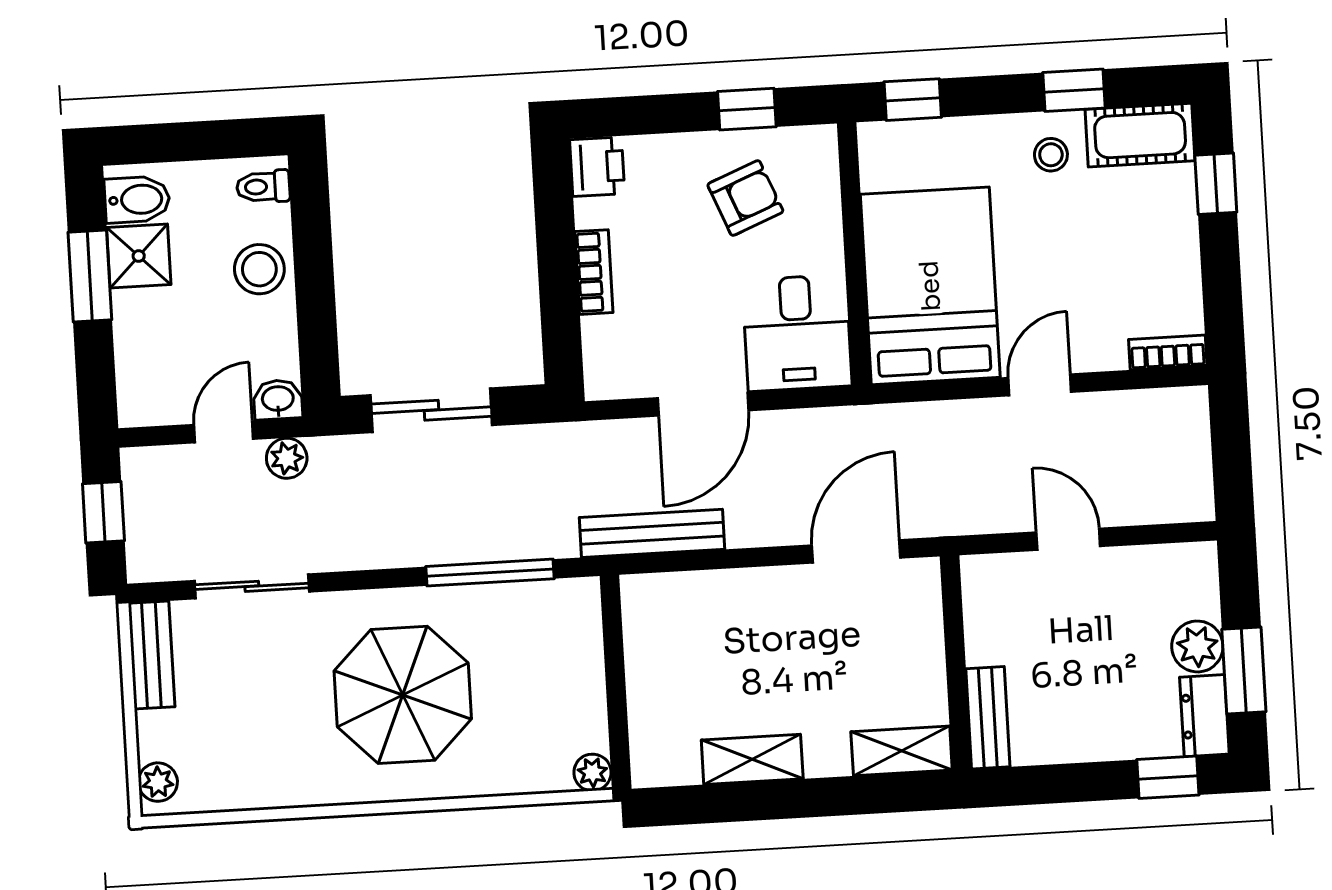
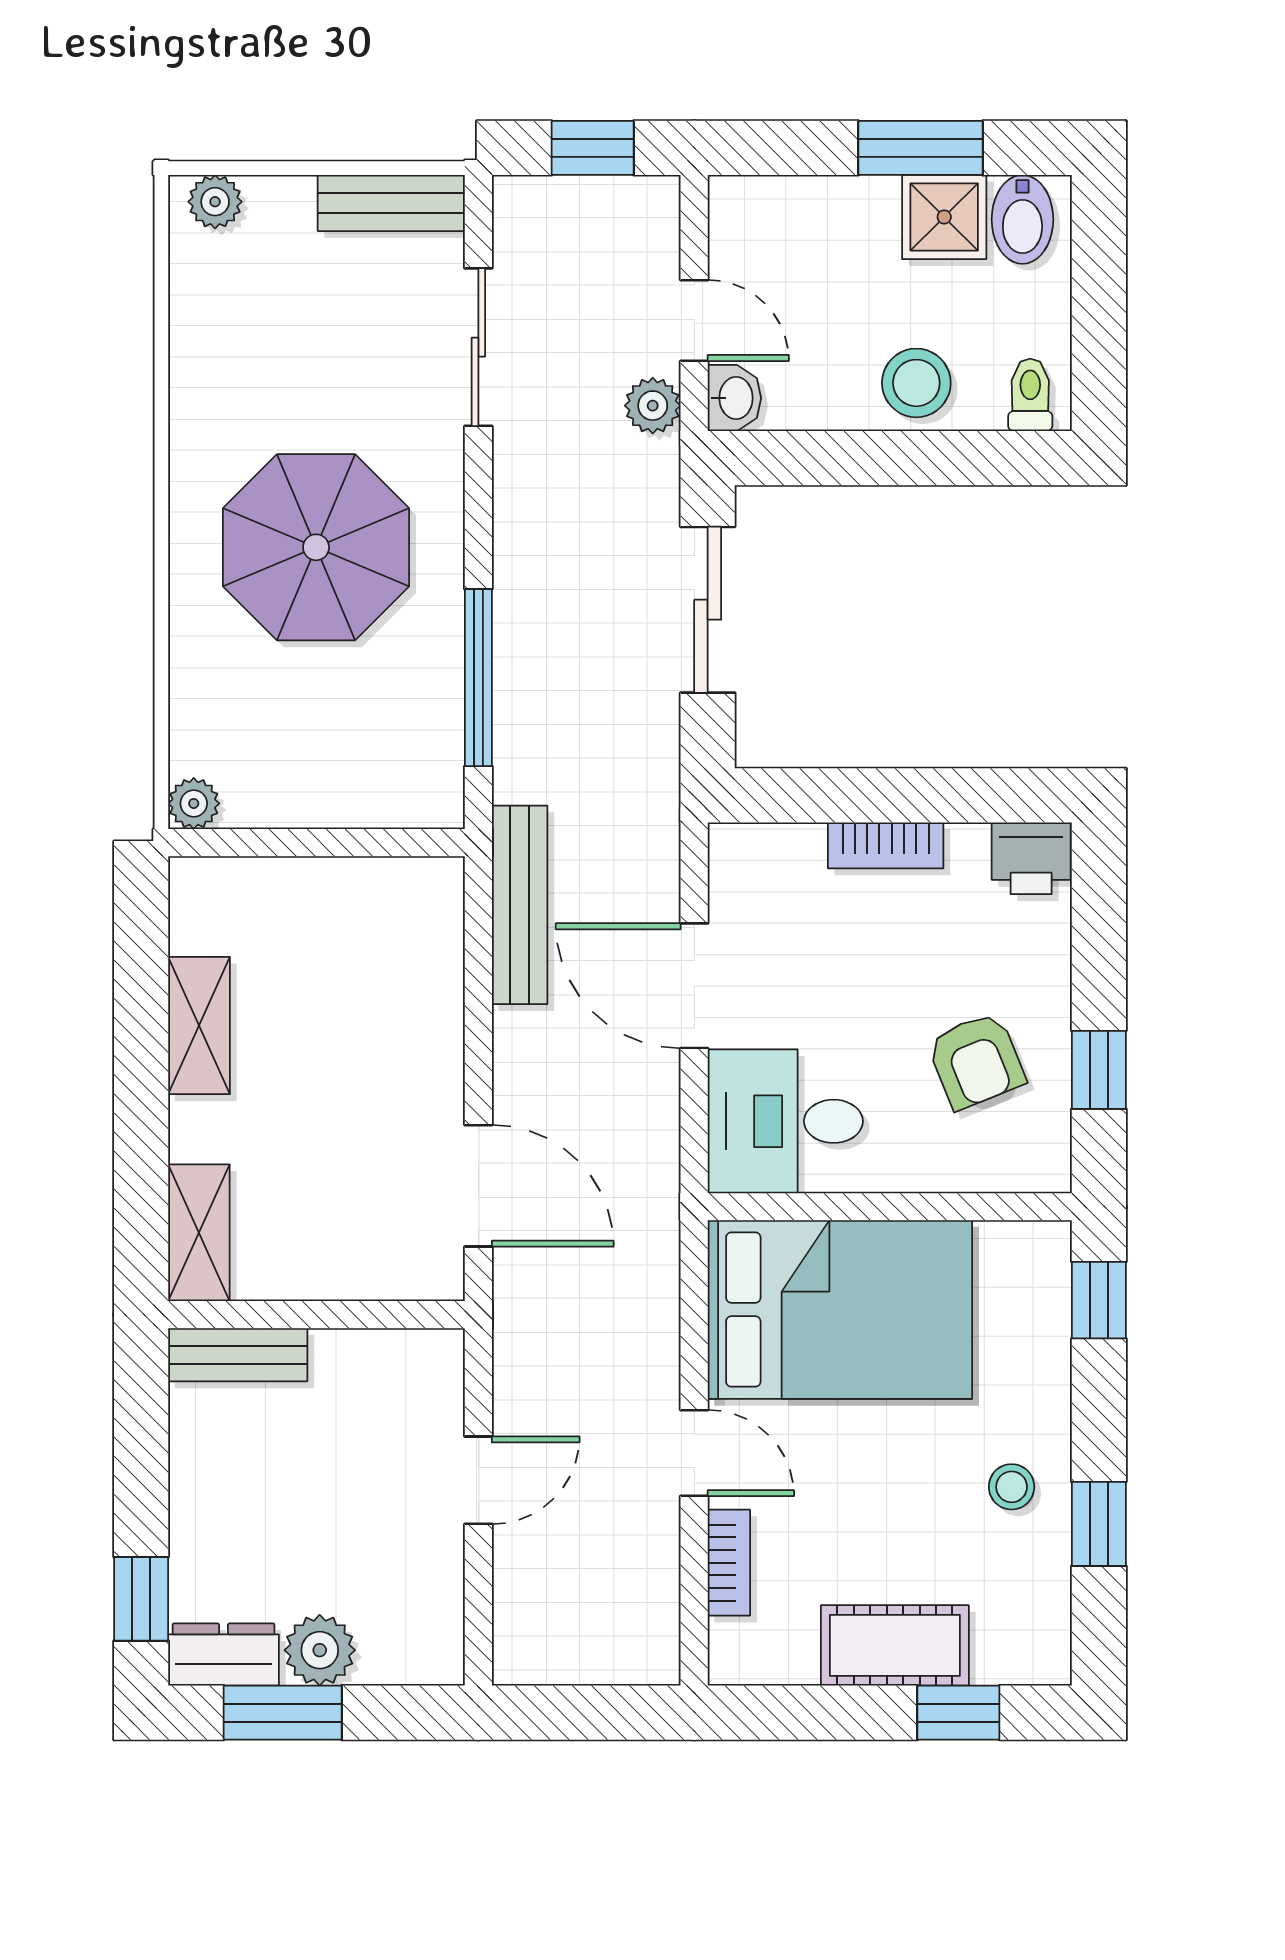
cot: (1140, 135) -> (895, 1645), moved, turned 90
bookcase: (1168, 352) -> (729, 1563), moved

